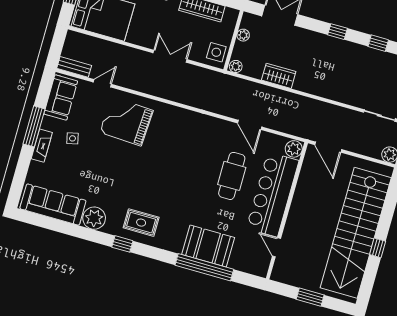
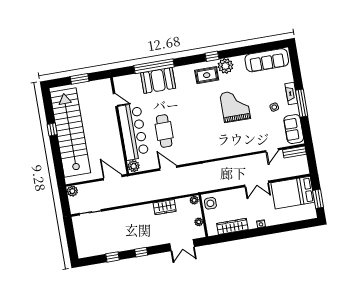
double door: (170, 56) -> (257, 184), moved
grand piano: (126, 121) -> (235, 106), moved, turned -93
plant: (94, 218) -> (225, 66), moved

